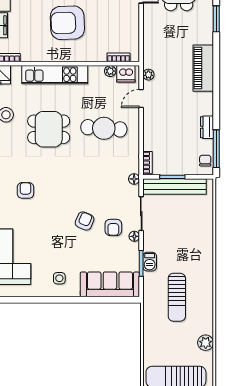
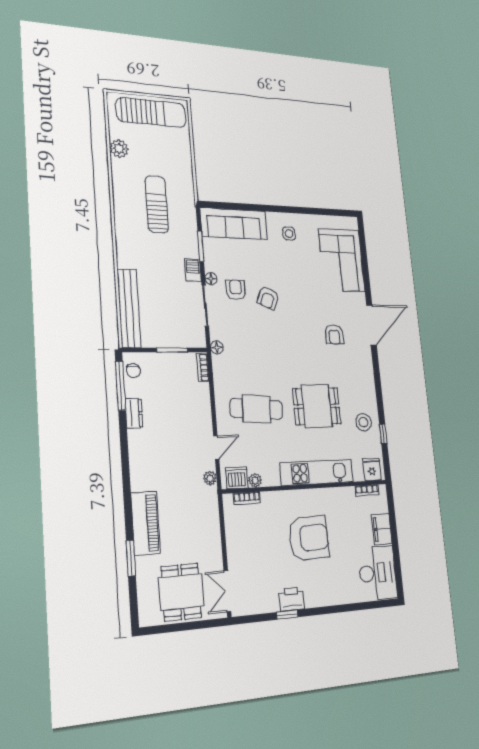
piano: (203, 68) -> (145, 523), moved
bench: (175, 186) -> (129, 308), moved, turned 90
barbecue: (150, 262) -> (193, 270), moved

